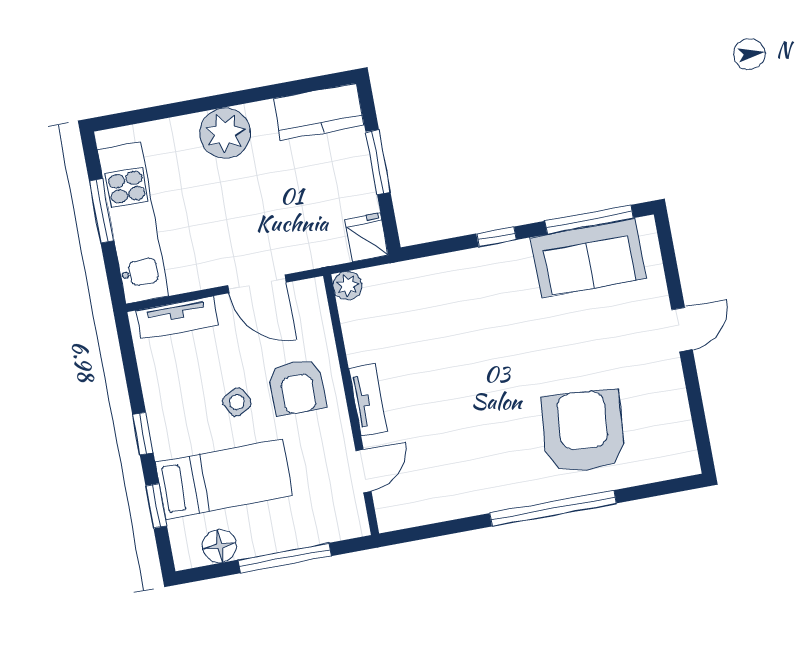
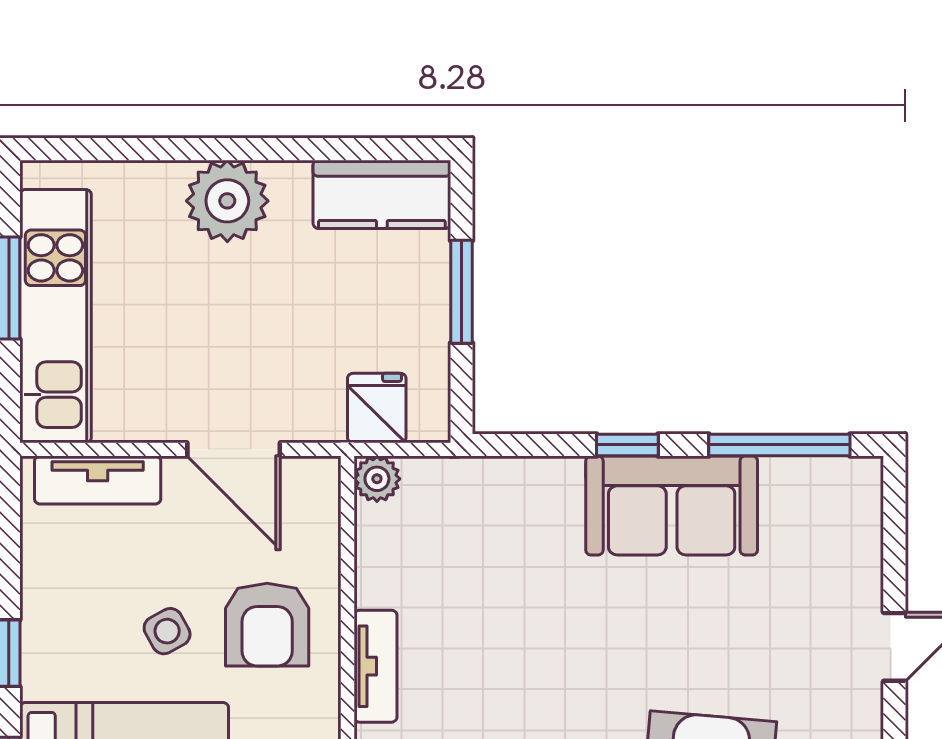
fridge: (367, 237) -> (377, 408), moved
sofa: (588, 258) -> (672, 506), moved

